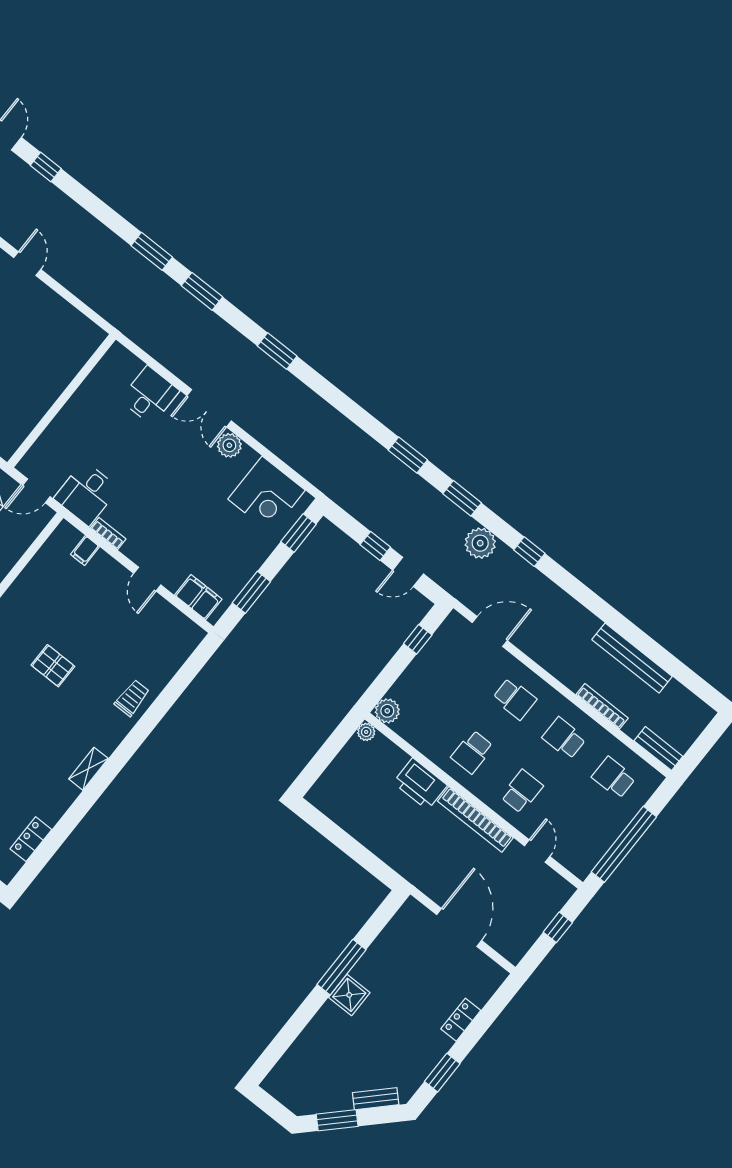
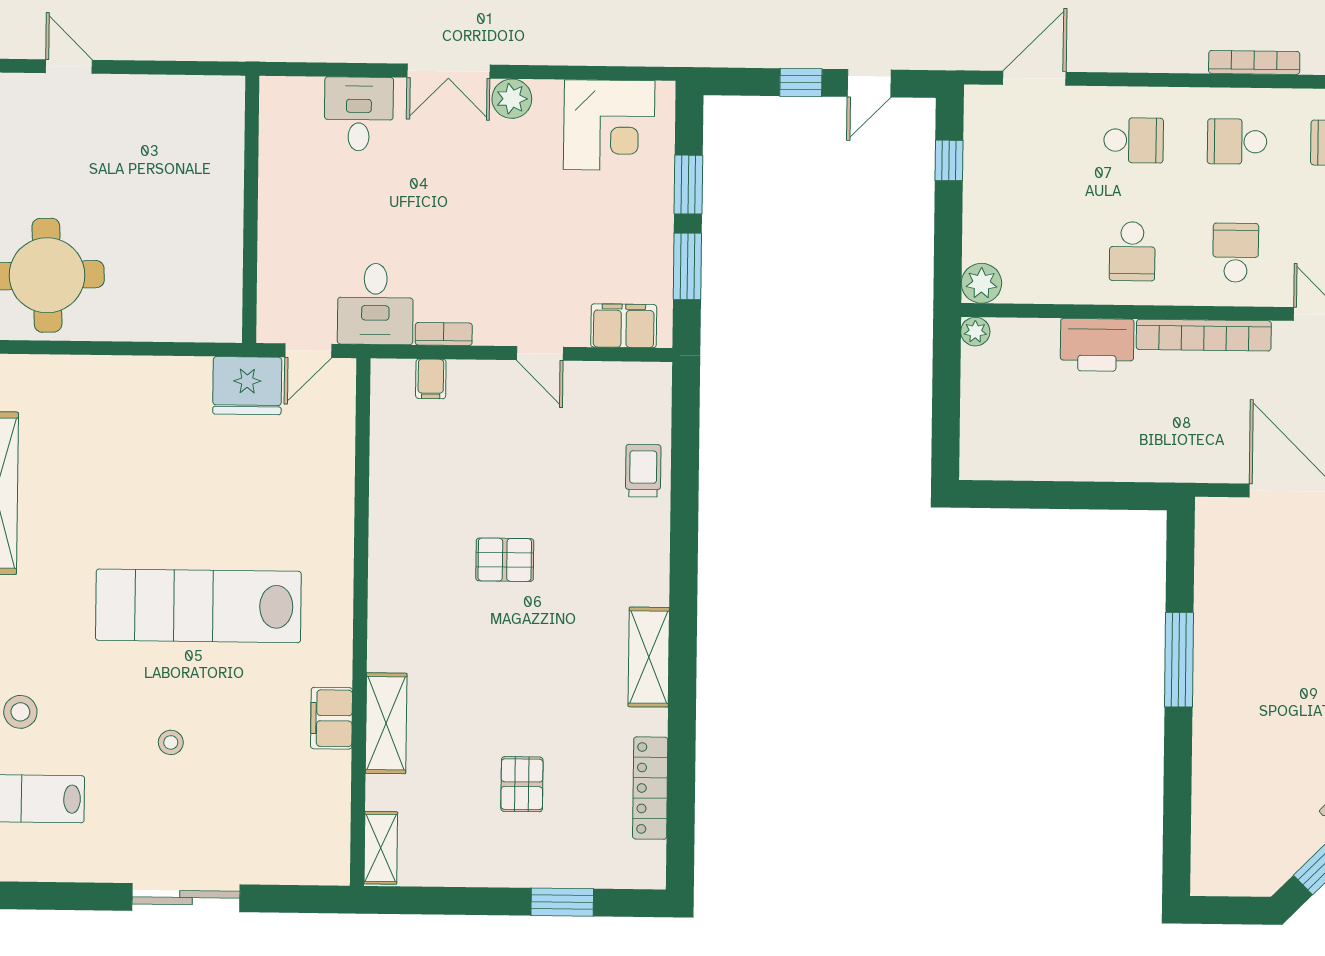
window: (299, 533) -> (688, 185), moved
trolley: (132, 698) -> (643, 471), moved
shelving: (88, 769) -> (649, 657), width x1.50, depth x1.33
locker: (31, 839) -> (650, 788), width x1.53
shower: (349, 995) -> (1217, 688), removed

